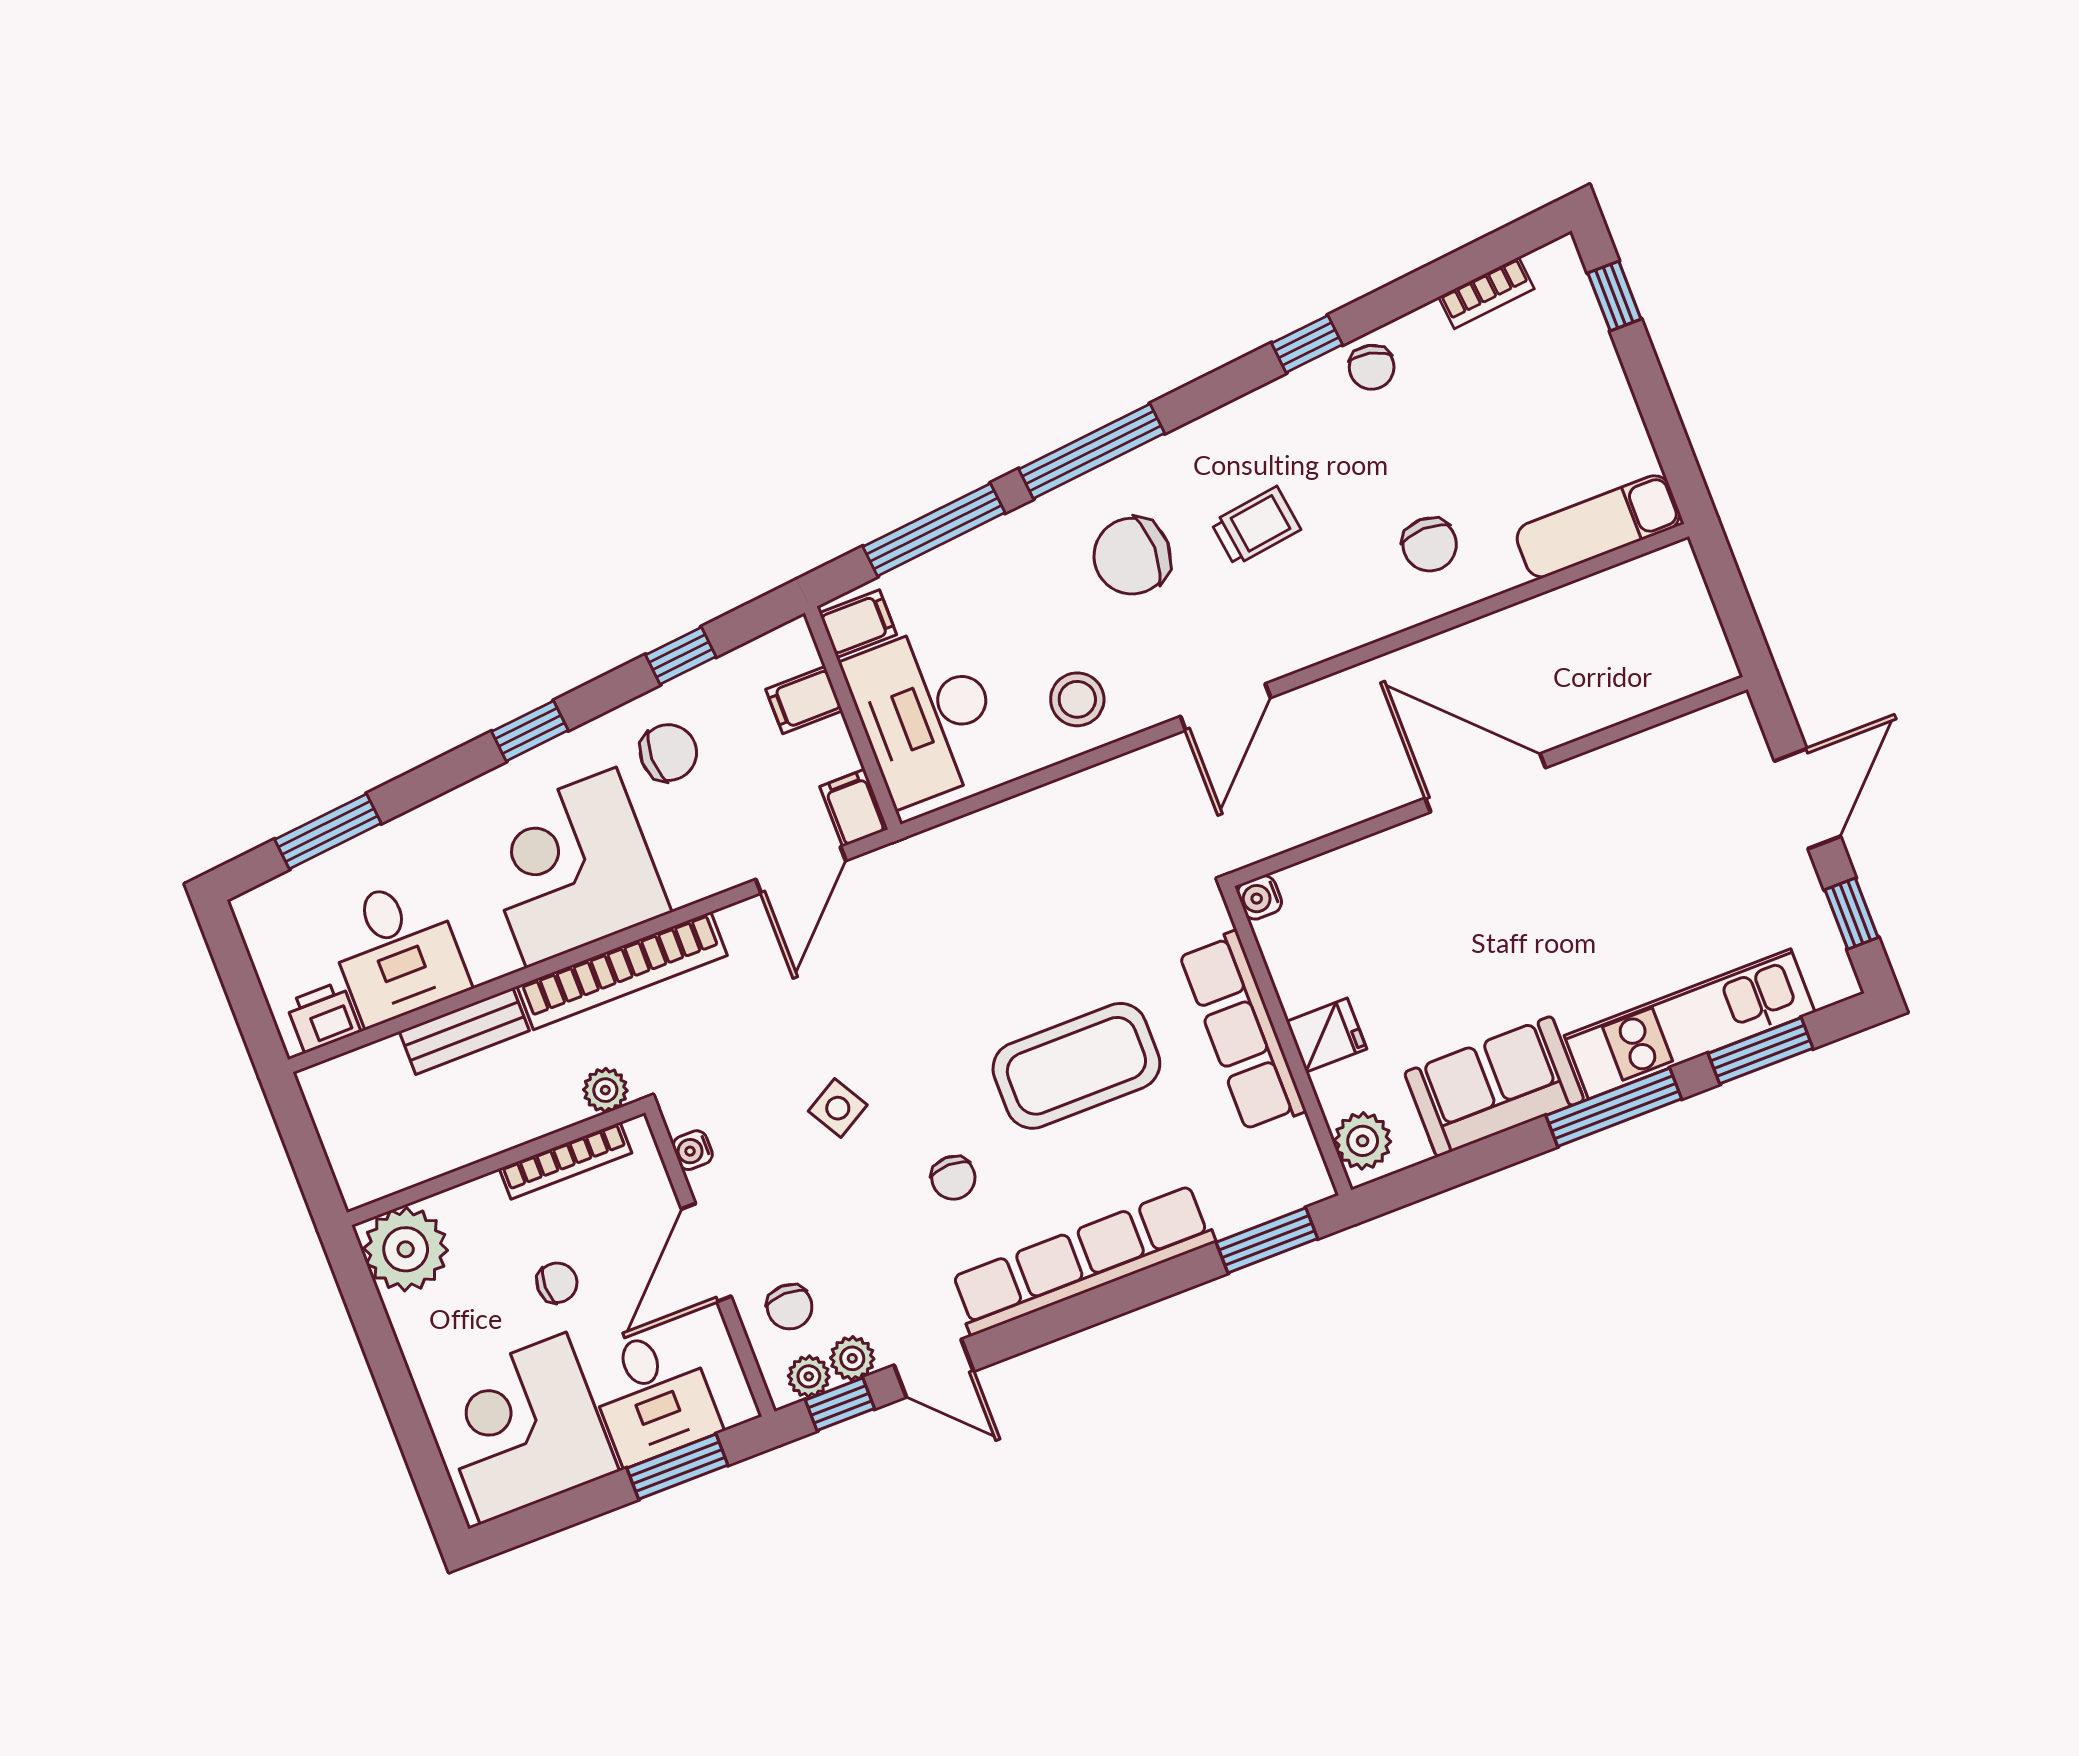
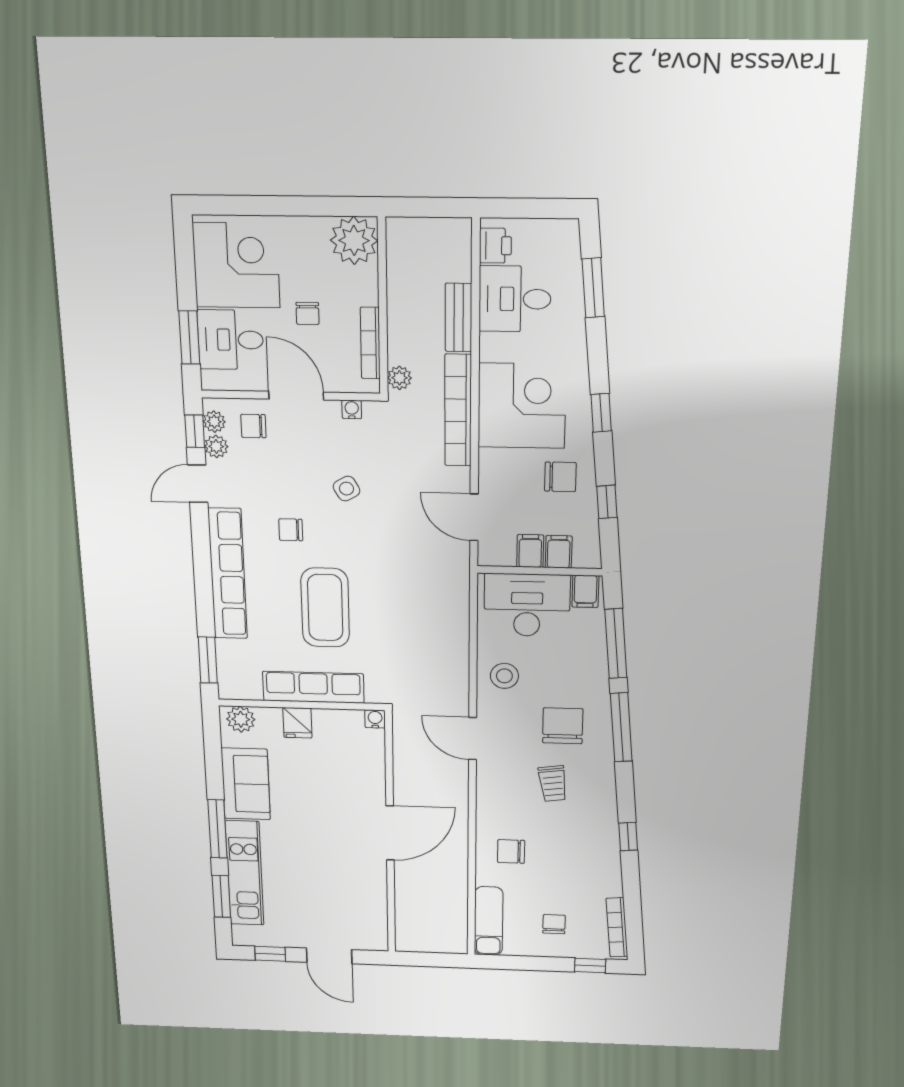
bookcase: (1486, 293) -> (617, 927), width x1.56
chair: (1372, 367) -> (554, 924), moved, turned 77
chair: (668, 753) -> (560, 477), turned -90
filing cabinet: (854, 808) -> (530, 551), moved, turned -90

